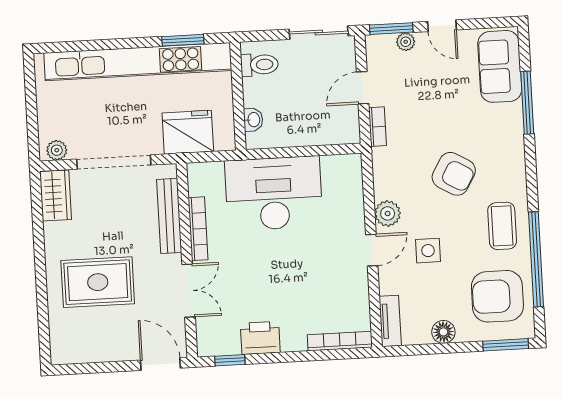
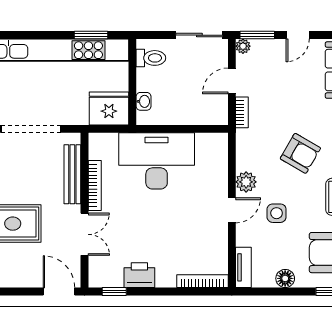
door: (442, 26) -> (298, 35), hinge flipped
plant: (406, 42) -> (243, 46), moved
fridge: (188, 132) -> (109, 108), moved

